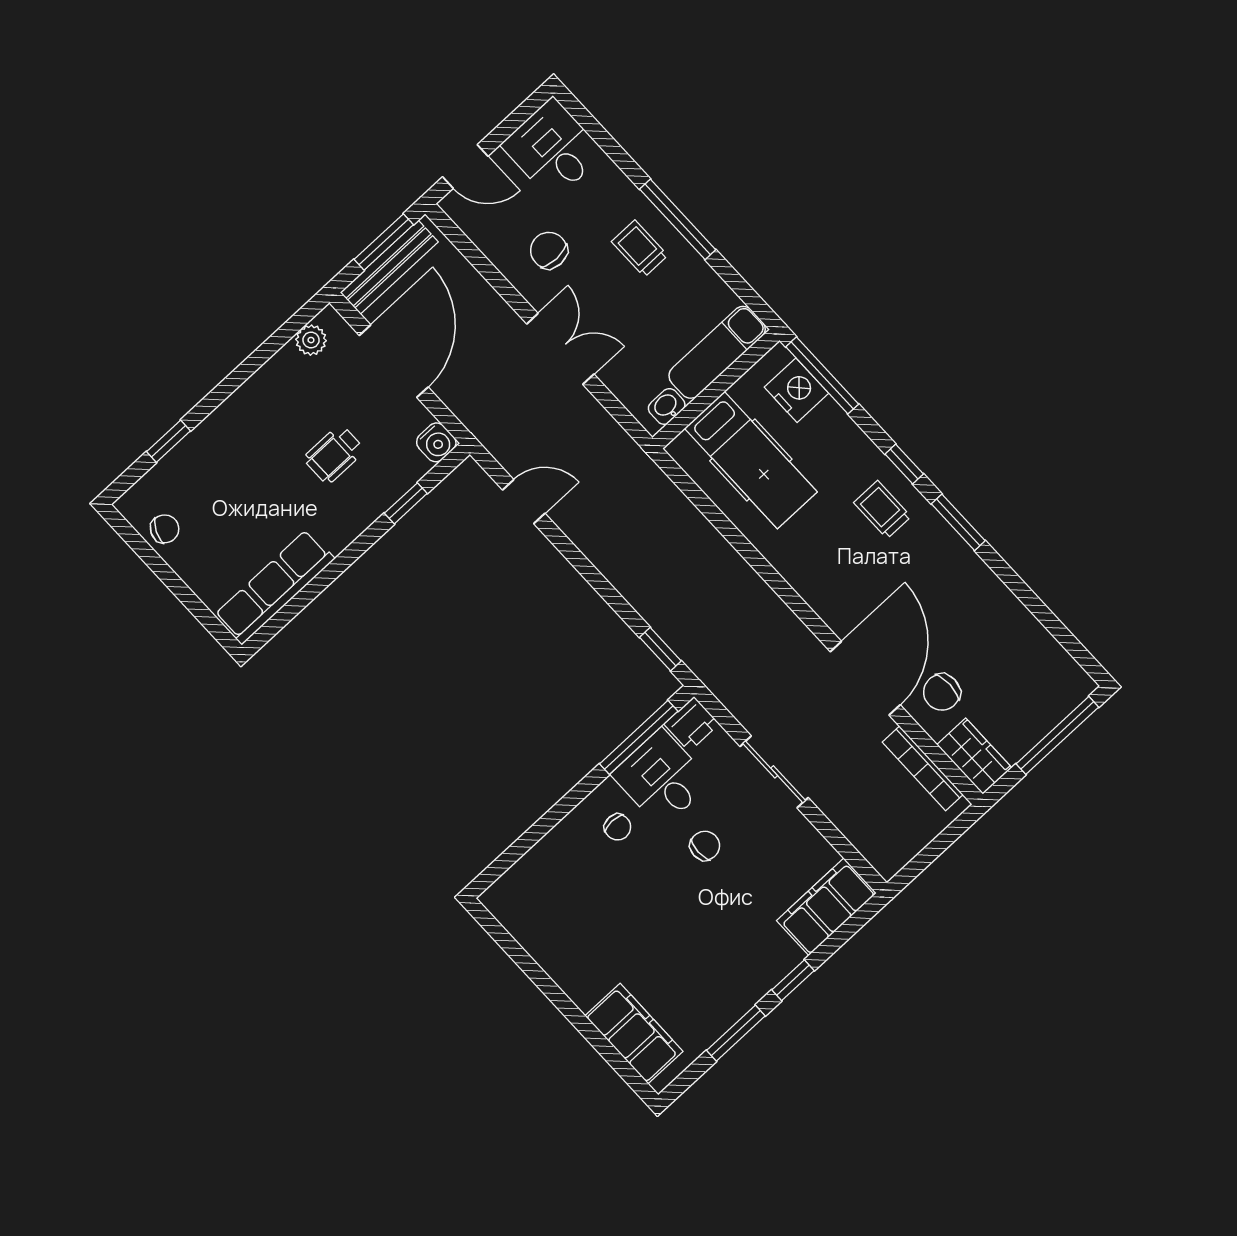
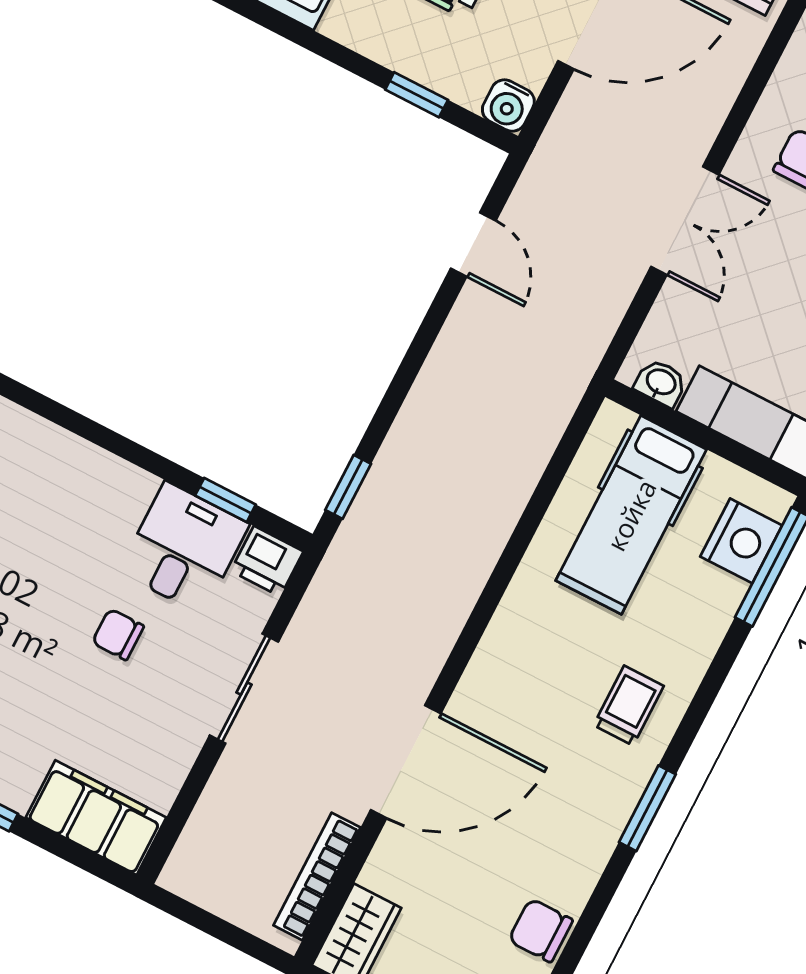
window: (904, 464) -> (697, 712), removed
chair: (942, 692) -> (541, 930), moved
window: (639, 737) -> (225, 500), width x0.46
chair: (618, 827) -> (101, 514), removed
chair: (705, 846) -> (118, 634), turned 180

